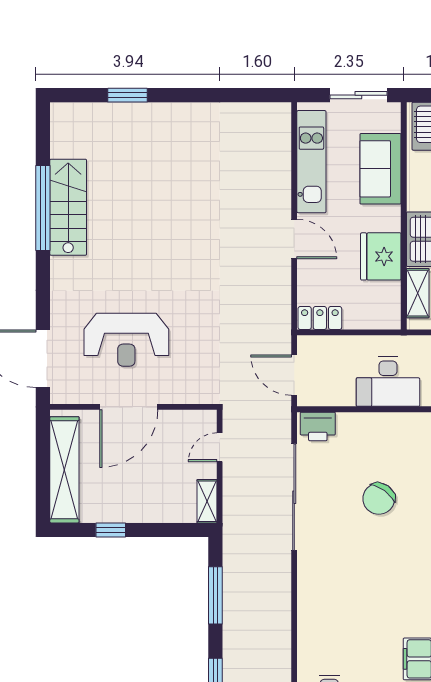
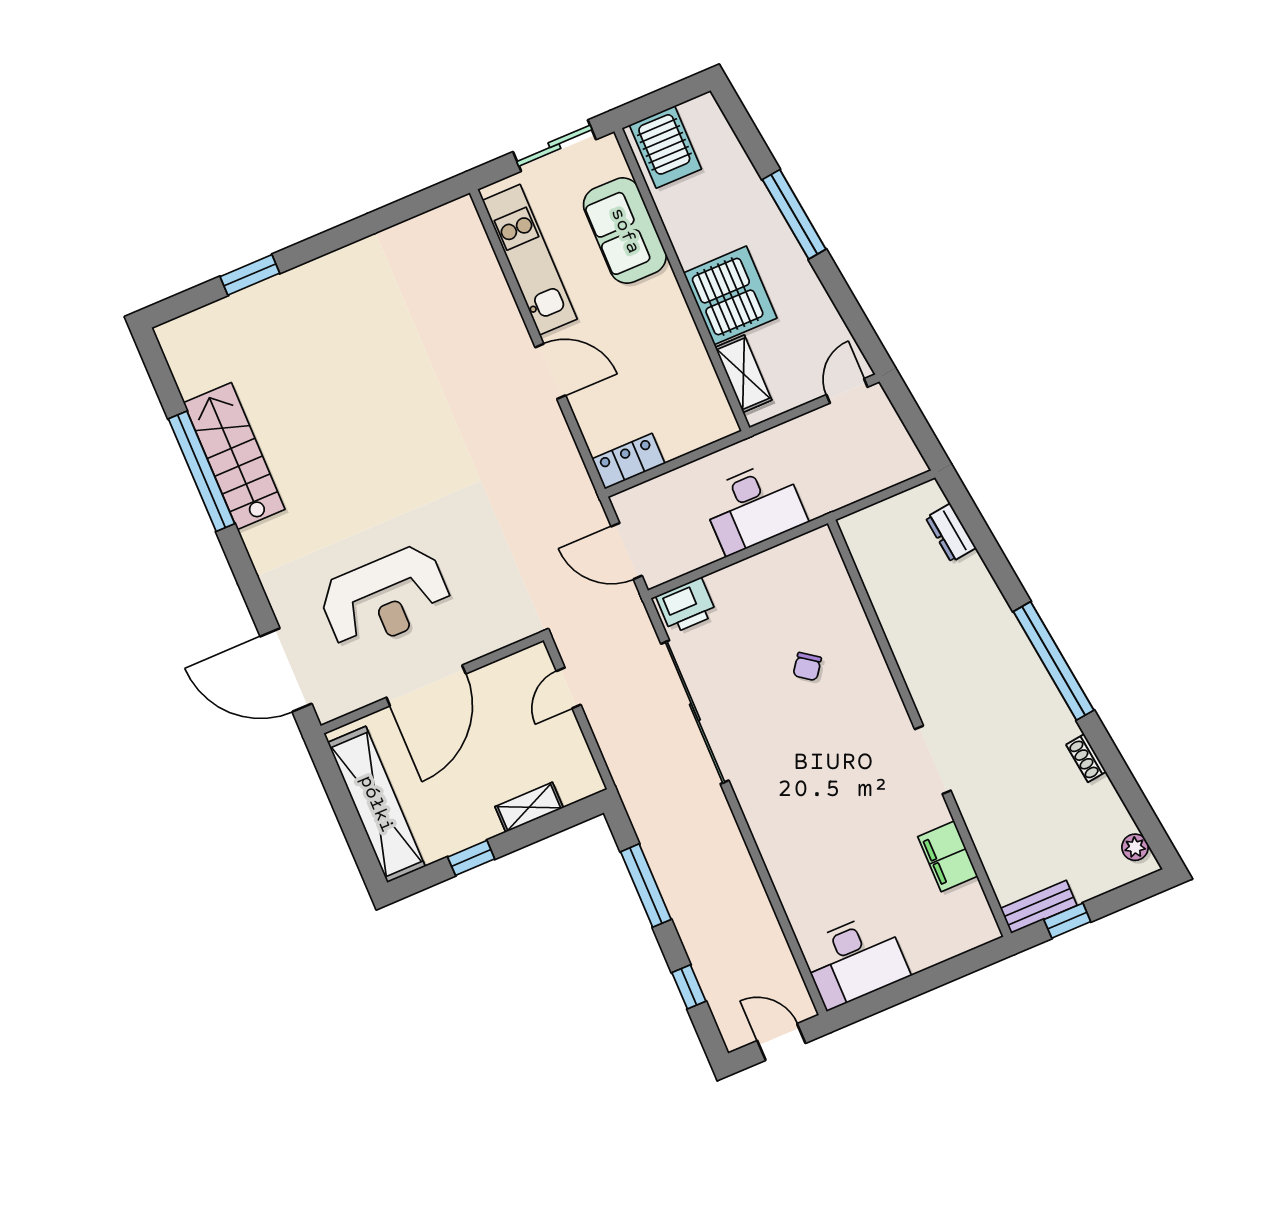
fridge: (381, 256) -> (674, 346), removed
chair: (379, 499) -> (807, 667), width x0.54, depth x0.54
shelving: (207, 501) -> (529, 807), moved, turned 90

